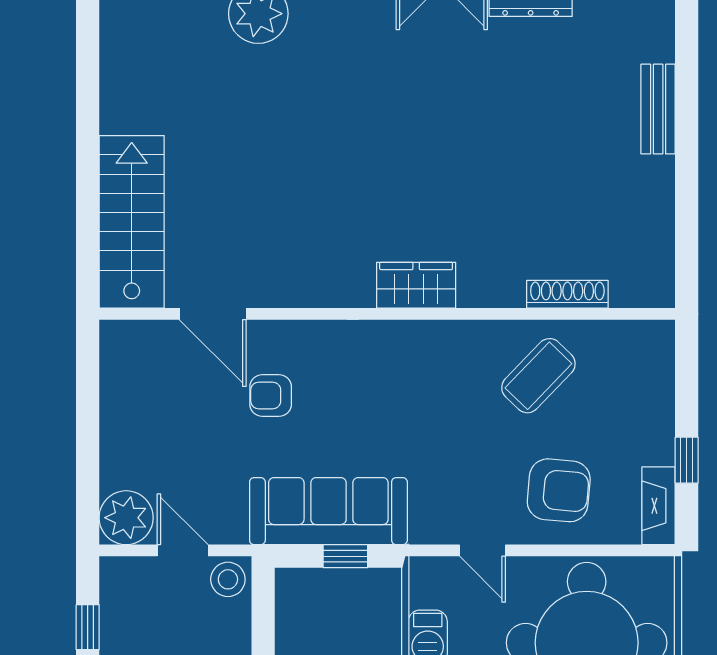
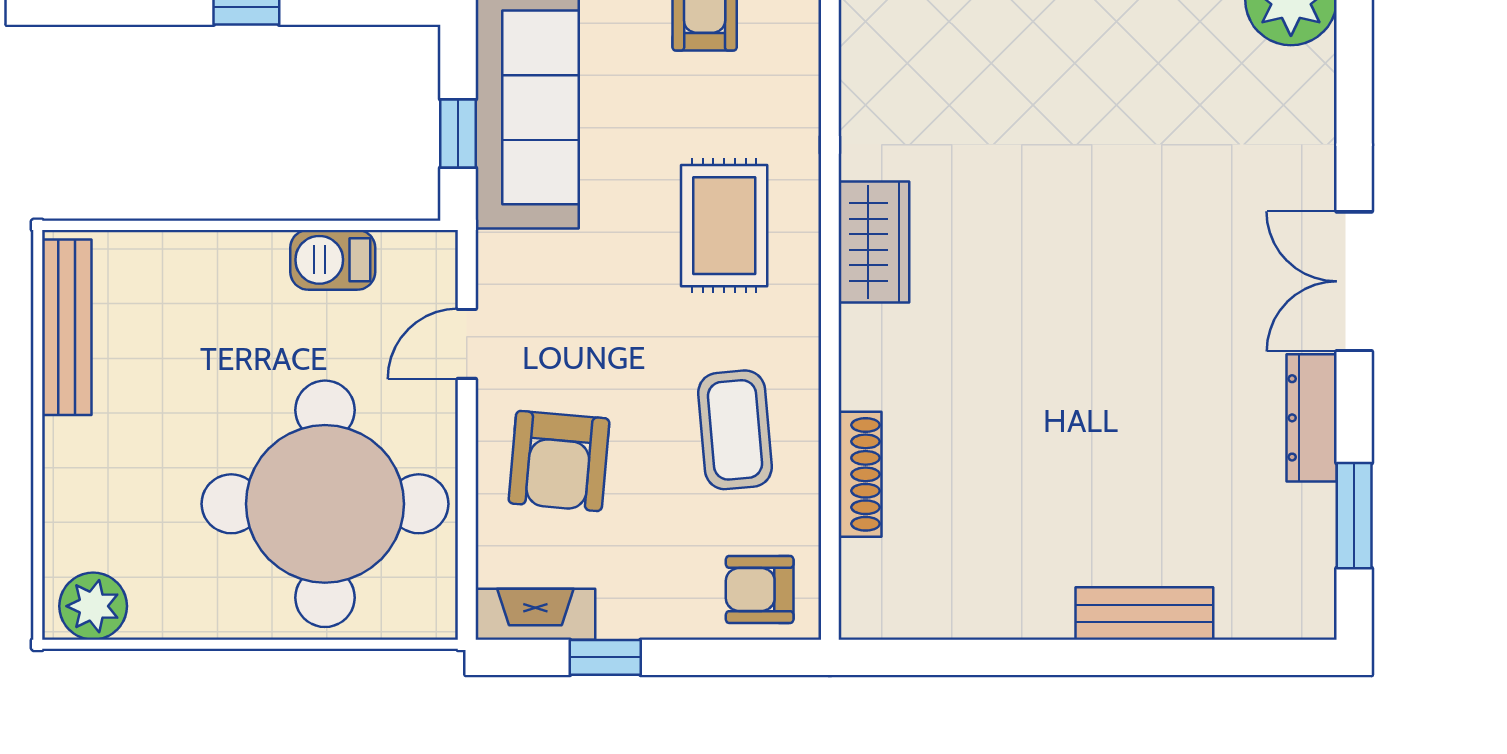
armchair: (642, 360) -> (760, 589), added
coffee table: (538, 376) -> (735, 430), turned 41
rug: (405, 383) -> (724, 226), added

